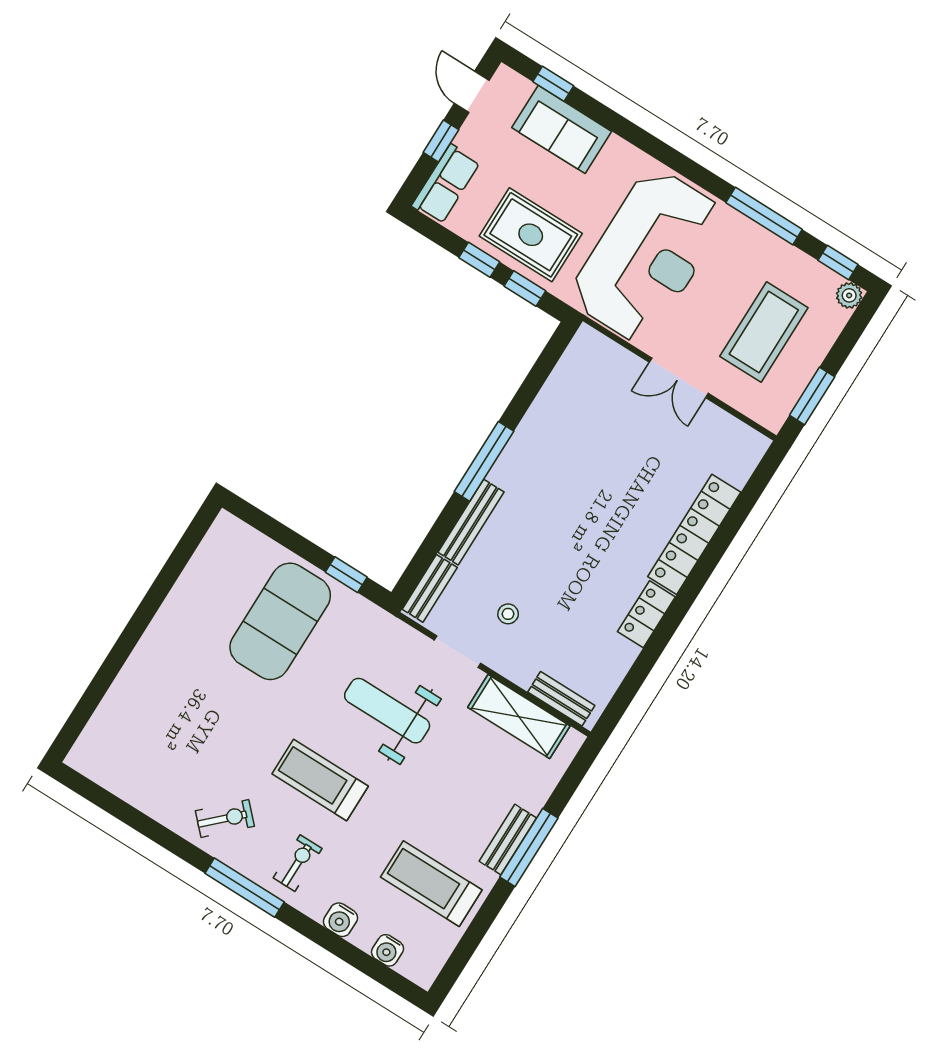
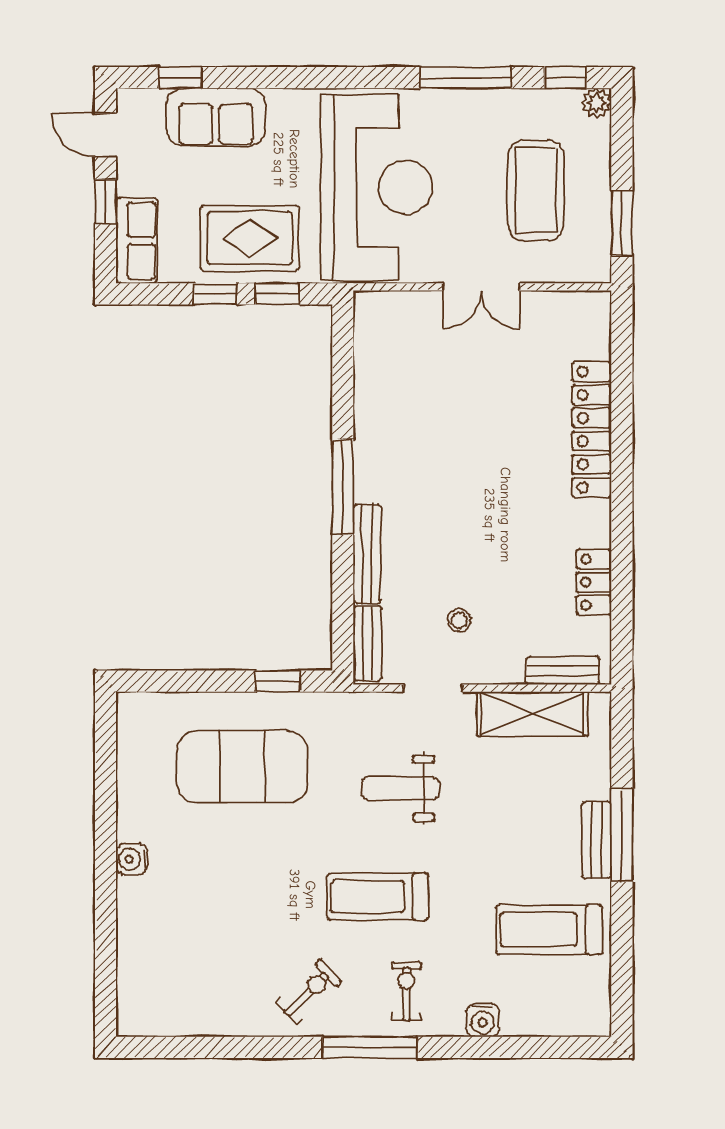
locker: (646, 614) -> (594, 582), moved
exercise mat: (280, 621) -> (242, 767), turned 90
weight bench: (387, 711) -> (401, 788), width x0.73, depth x0.75
water cooler: (388, 950) -> (132, 859), moved, turned 90

